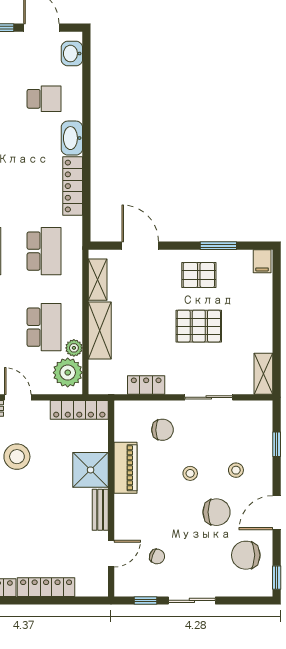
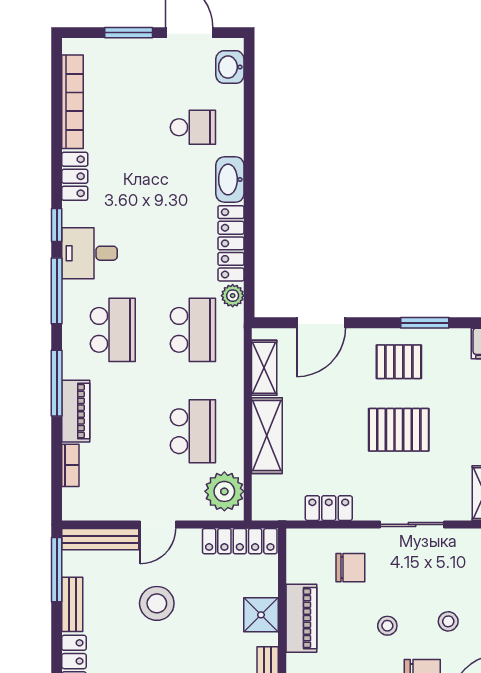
door: (140, 246) -> (321, 323), swing flipped
plant: (74, 348) -> (233, 296), moved
door: (18, 397) -> (158, 524), swing flipped
shower: (91, 470) -> (261, 615), width x0.73, depth x0.73

